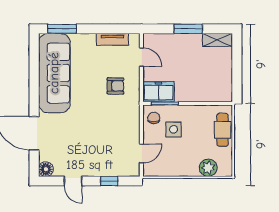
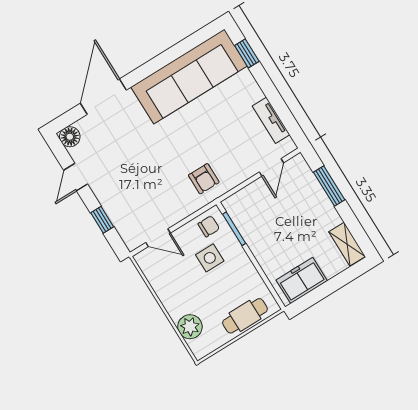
window: (62, 29) -> (247, 53), width x0.67
window: (188, 29) -> (329, 186), moved
armchair: (115, 86) -> (204, 179), moved
freezer: (159, 92) -> (302, 280), moved, turned -90

